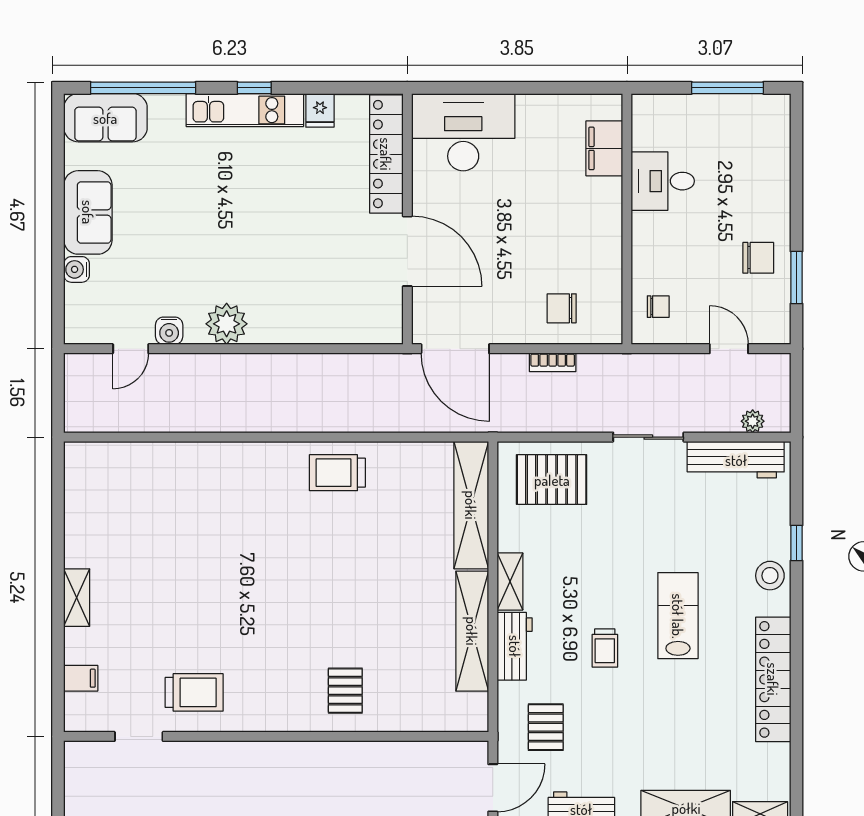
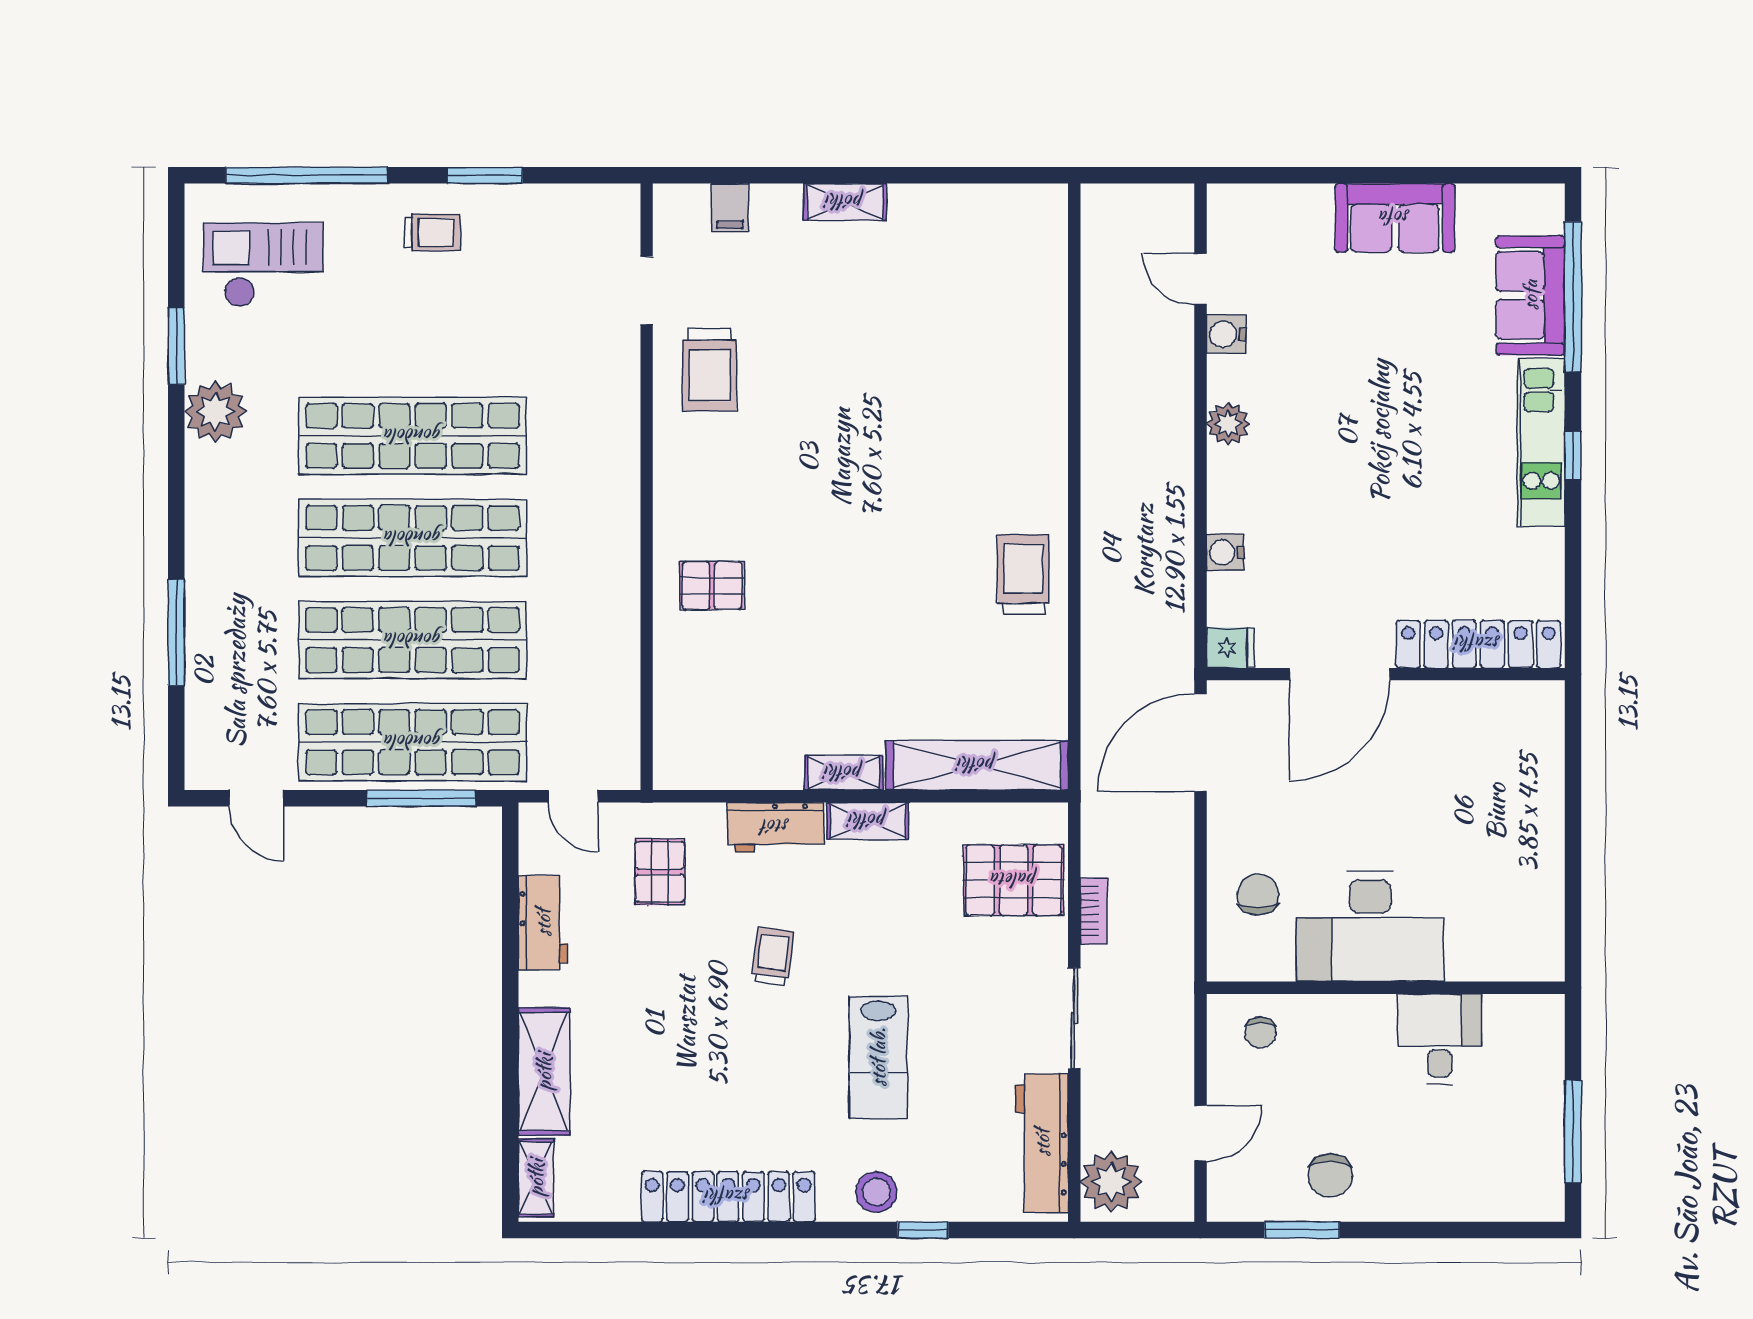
fridge: (320, 110) -> (1231, 648), moved, turned 180
sofa: (105, 118) -> (1530, 295), moved
desk: (463, 132) -> (1370, 926), moved, turned 90
filing cabinet: (604, 148) -> (1486, 955), removed
water cooler: (77, 269) -> (1225, 552), moved, turned -90
plant: (227, 324) -> (1228, 424), width x0.73, depth x0.73
bookcase: (553, 362) -> (1094, 911), moved, turned 180
plant: (753, 421) -> (1111, 1182), width x1.88, depth x1.88
pallet: (552, 480) -> (1014, 880), turned 90
lab bench: (678, 616) -> (878, 1057), moved, turned 90
shelving: (472, 631) -> (844, 773), width x0.45, depth x0.75
trolley: (605, 648) -> (773, 956), turned 97
pallet: (546, 727) -> (660, 872), turned 90
door: (493, 788) -> (573, 796), width x0.73

